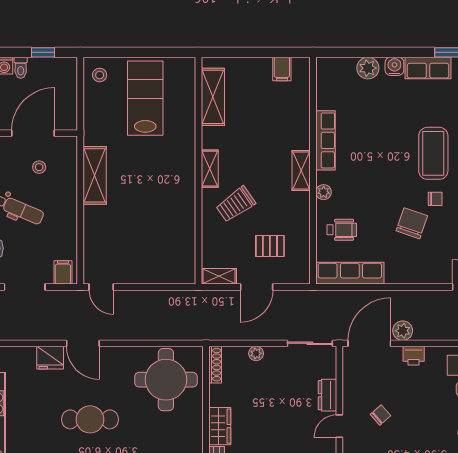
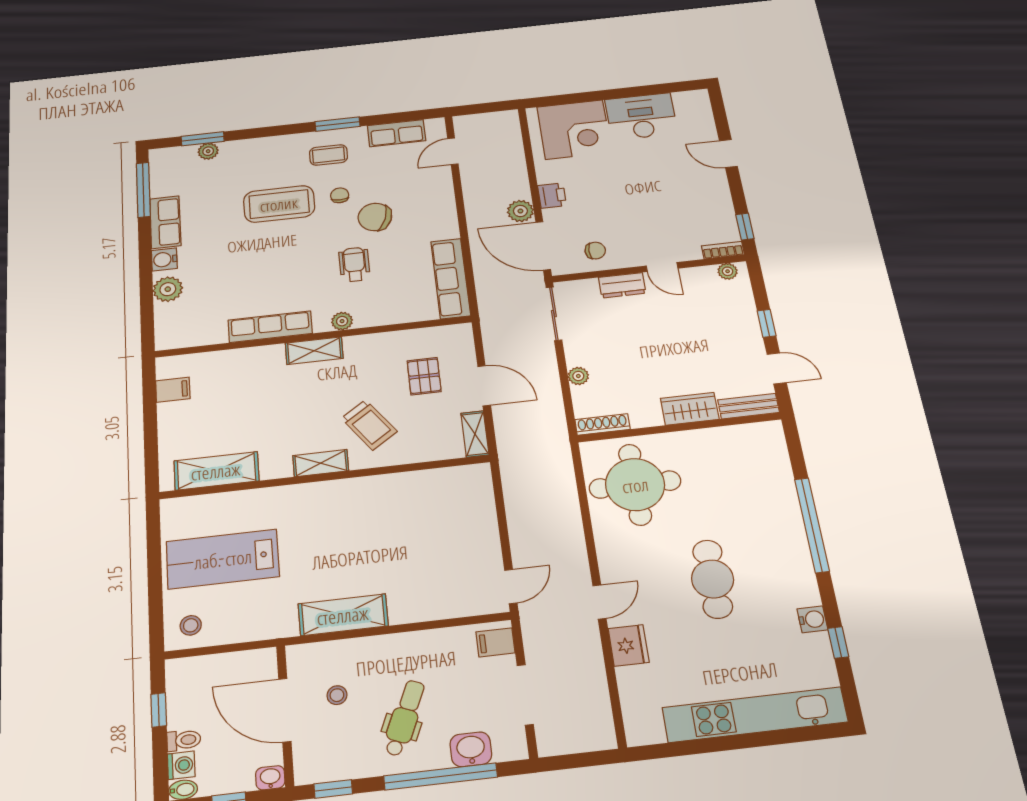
wheelchair: (342, 230) -> (354, 265), moved
door: (83, 343) -> (599, 602), width x0.73
chair: (381, 415) -> (595, 251), moved, turned 131

